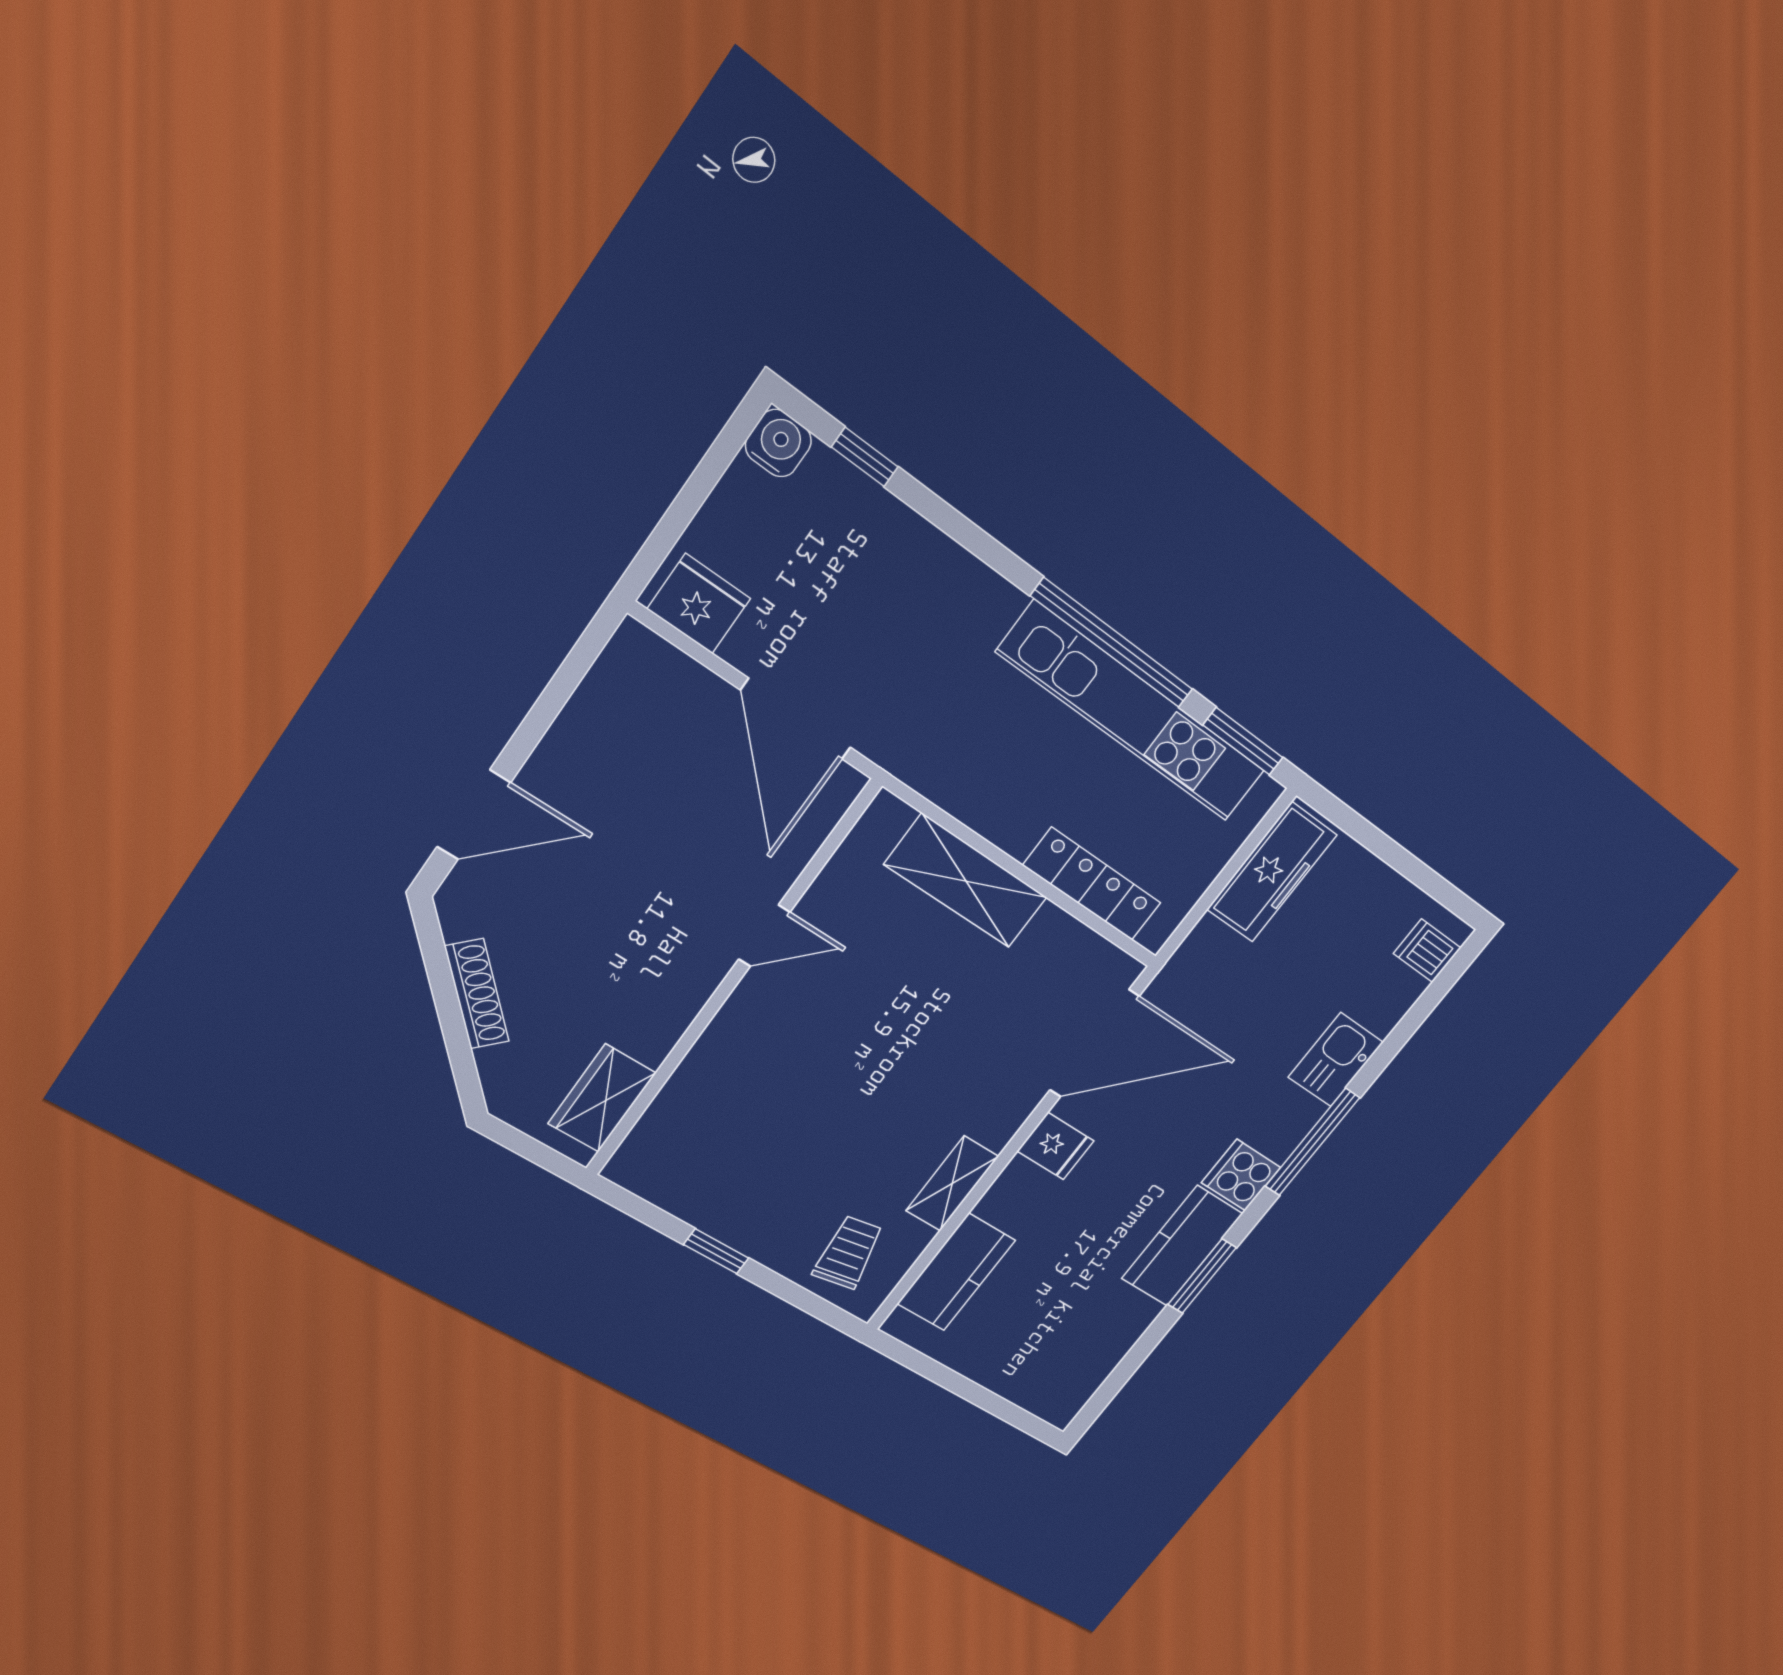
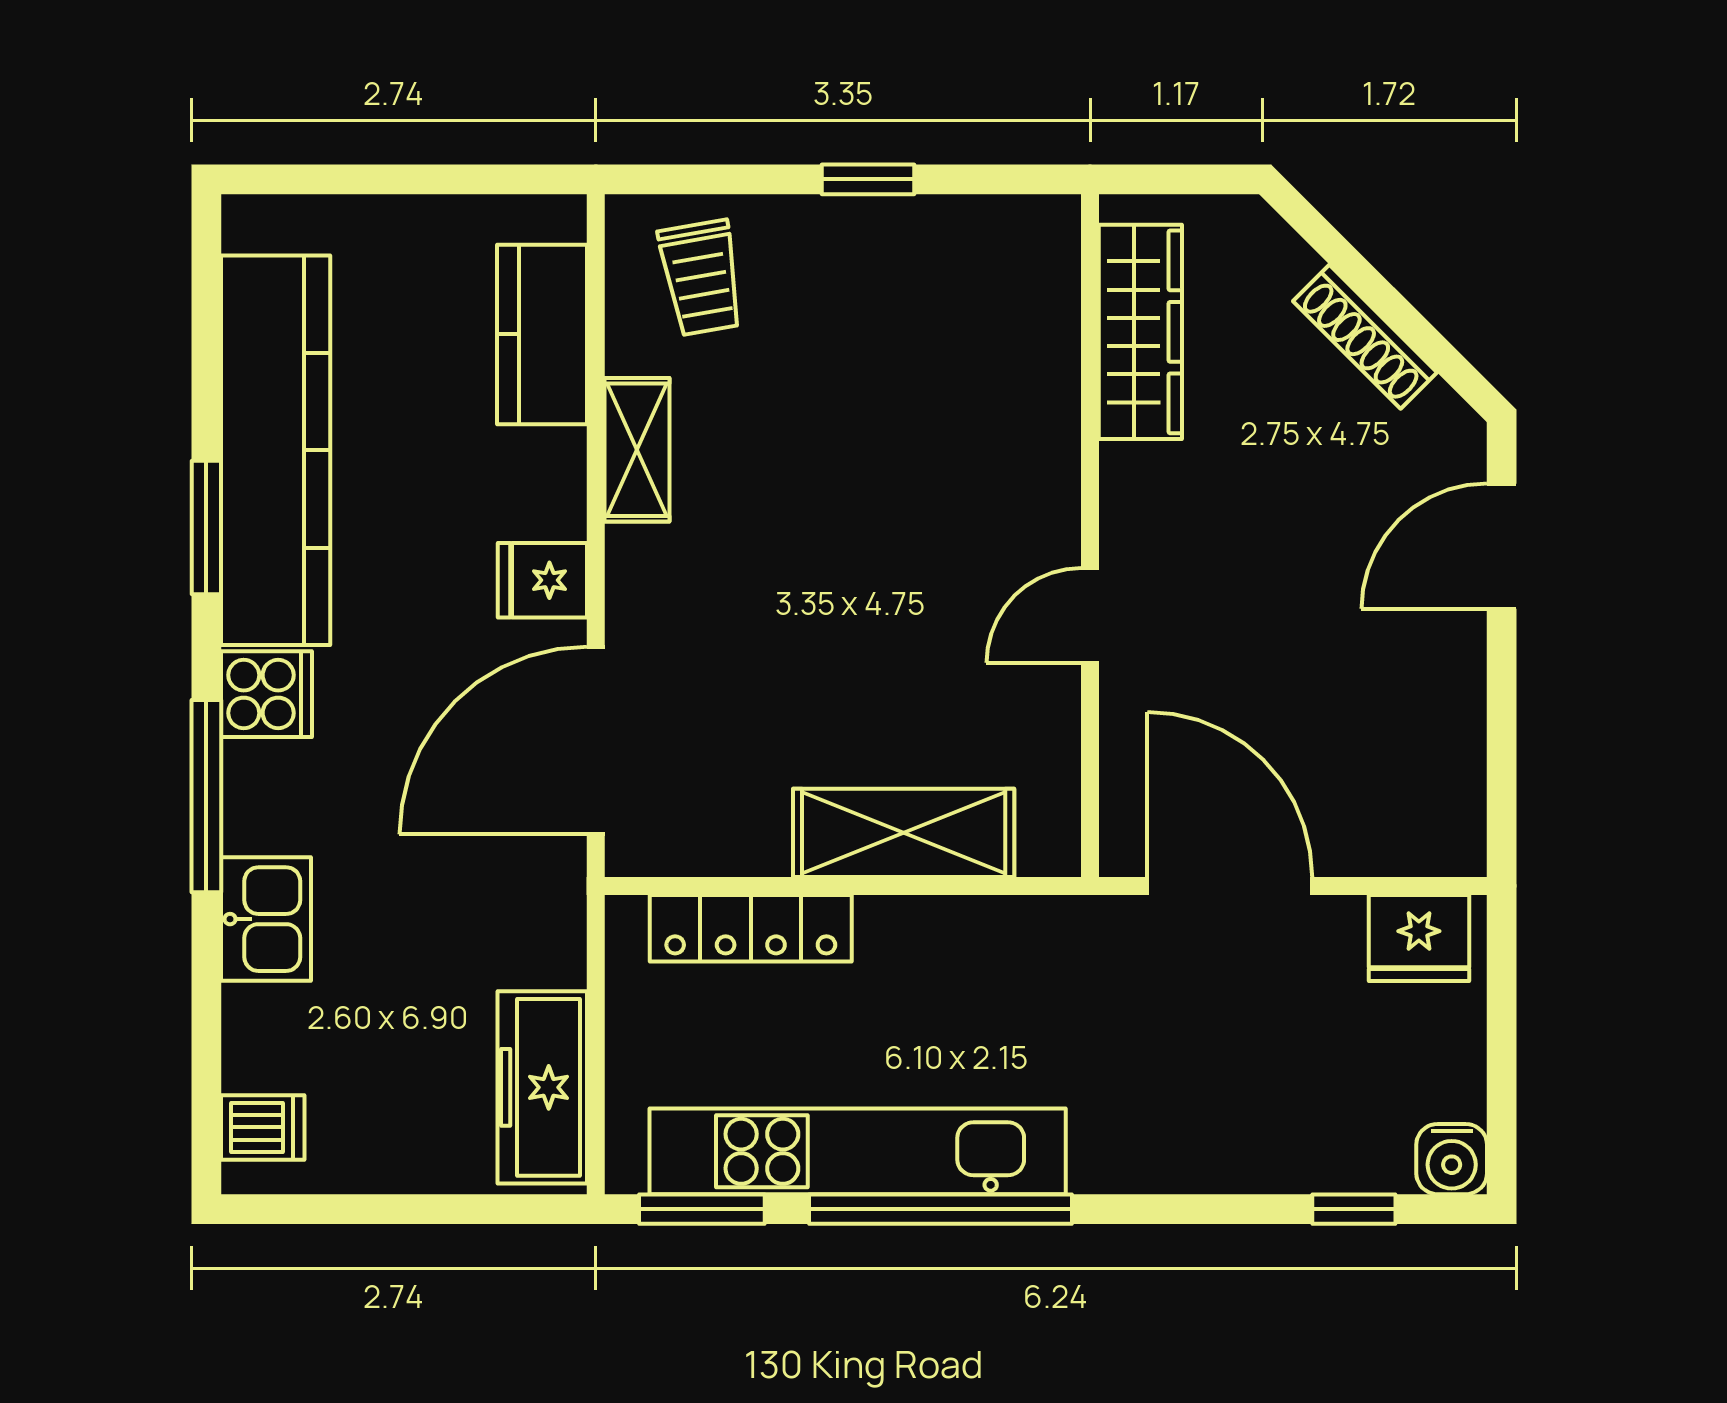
wardrobe: (602, 1098) -> (1140, 332), width x1.50
kitchen counter: (1182, 1246) -> (276, 450), width x2.08, depth x1.17

